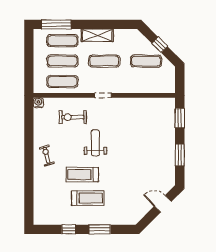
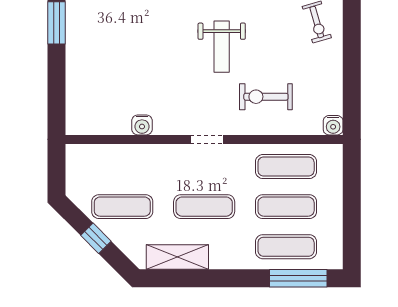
shelving: (97, 35) -> (177, 257), moved
water cooler: (136, 103) -> (142, 125), added
exercise bike: (73, 117) -> (266, 97), turned 180
window: (180, 118) -> (57, 95), removed

